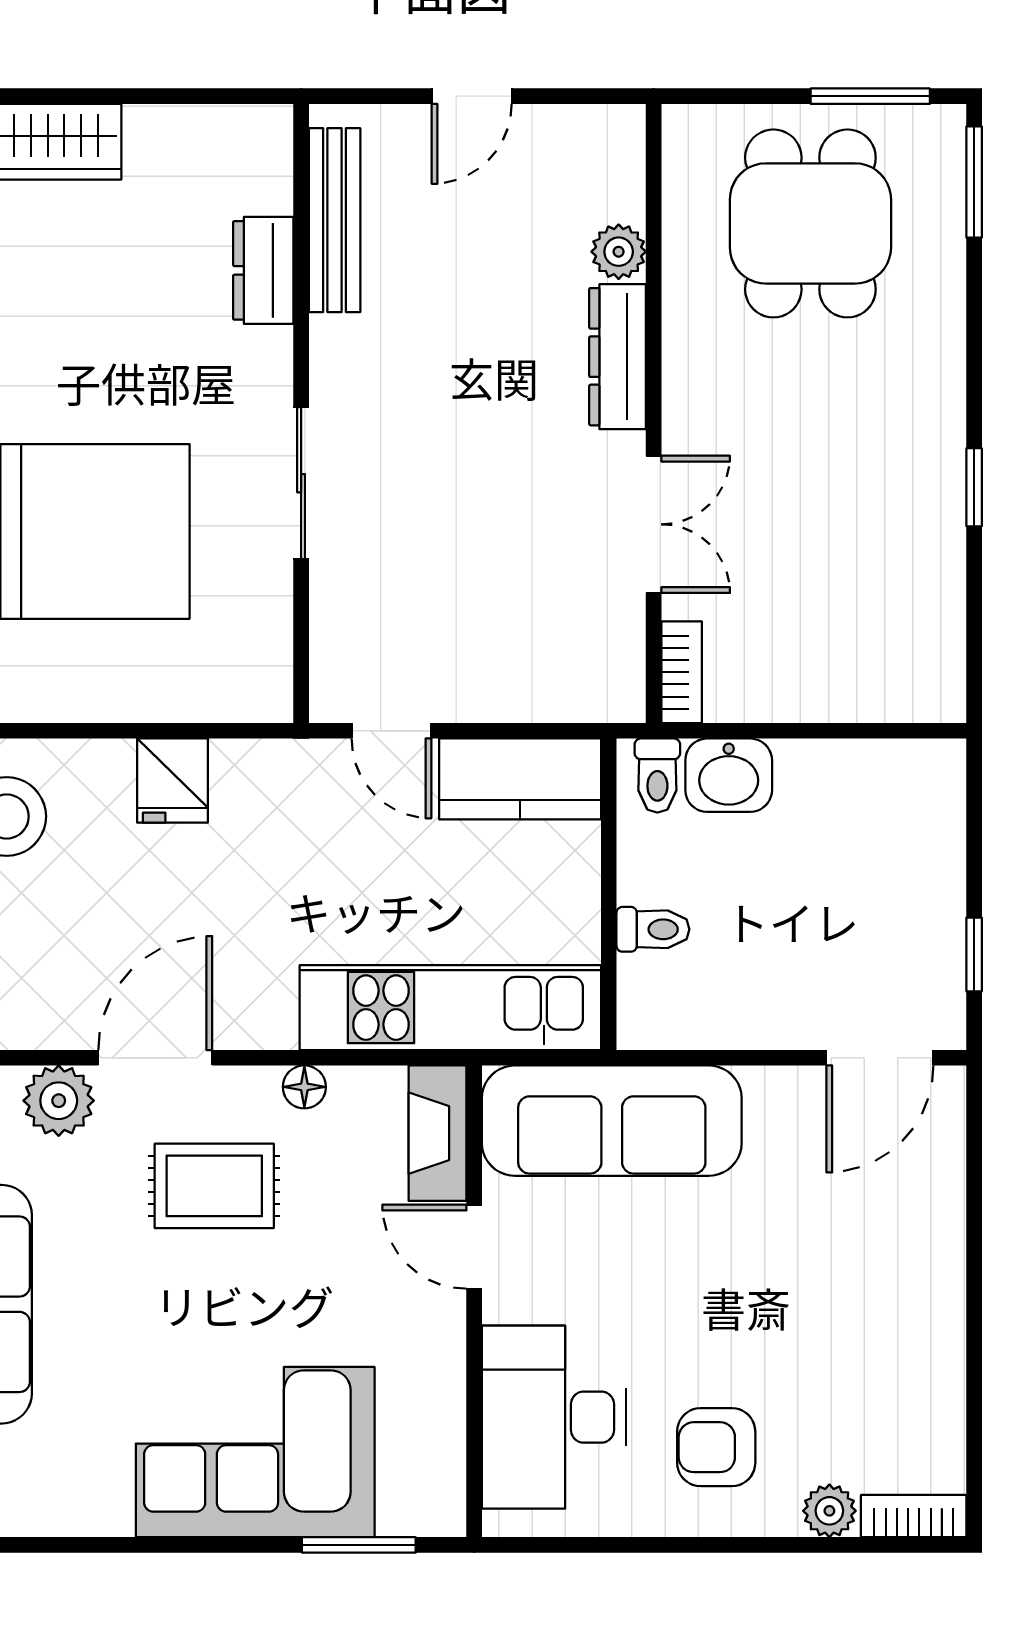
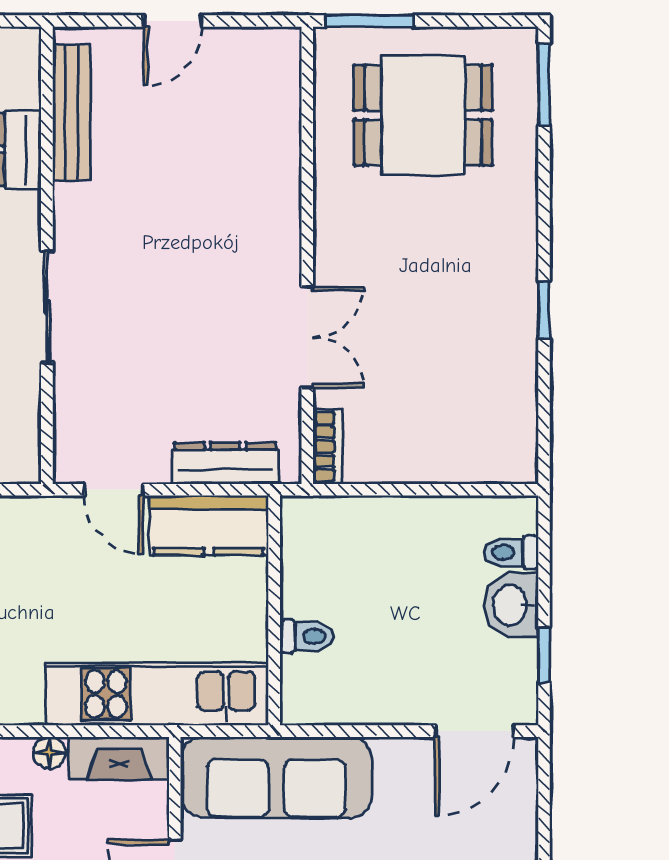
window: (870, 96) -> (369, 21), moved
dining table: (810, 223) -> (423, 115), turned 90
plant: (619, 252) -> (281, 136), removed
dresser: (618, 357) -> (225, 463), moved, turned 90
washbasin: (729, 775) -> (511, 605), moved, turned 90
toilet: (657, 776) -> (511, 552), moved, turned 90
fireplace: (438, 1133) -> (119, 758), moved, turned -90

